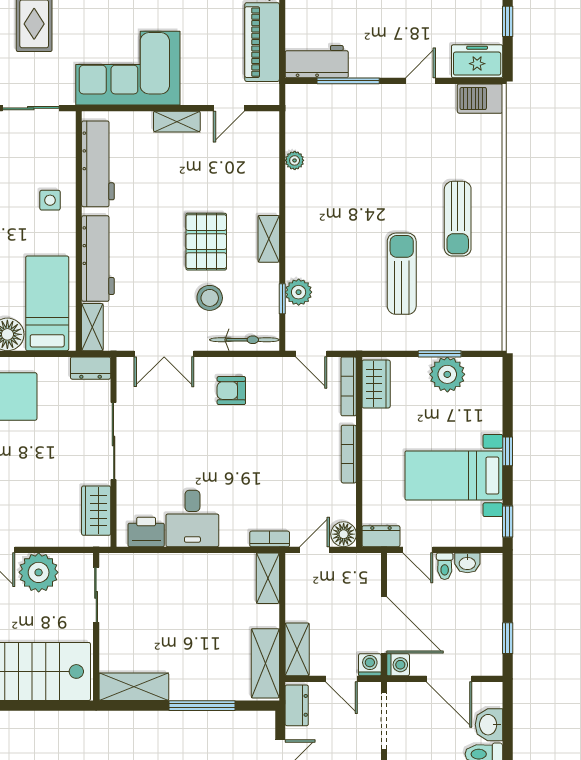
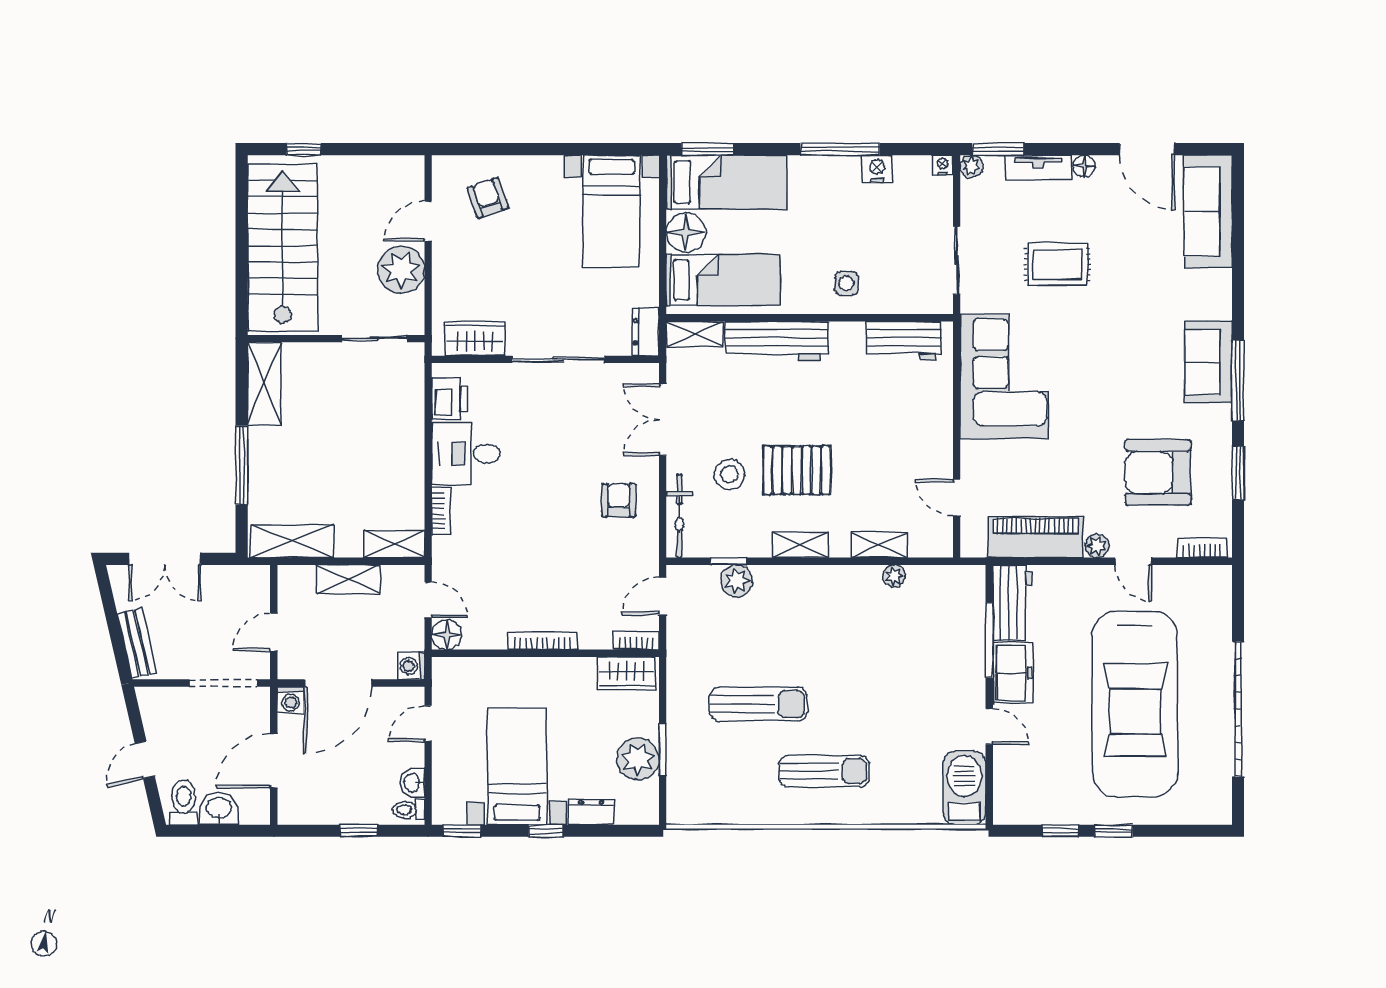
freezer: (477, 61) -> (1013, 673), moved
barbecue: (480, 99) -> (964, 788), width x1.37, depth x1.21
shelving: (177, 122) -> (879, 545), moved, turned 90
workbench: (98, 164) -> (904, 341), width x0.73
sun lounger: (458, 219) -> (824, 771), turned 180
bookcase: (349, 386) -> (636, 641), width x0.64
dresser: (381, 536) -> (591, 812), moved, turned -90
bookcase: (270, 539) -> (441, 511), moved
toilet: (445, 566) -> (409, 810), moved
window: (508, 638) -> (359, 831), moved
shelving: (297, 649) -> (348, 579), moved
washing machine: (370, 665) -> (411, 666), moved, turned 180
dresser: (297, 705) -> (242, 579), removed

